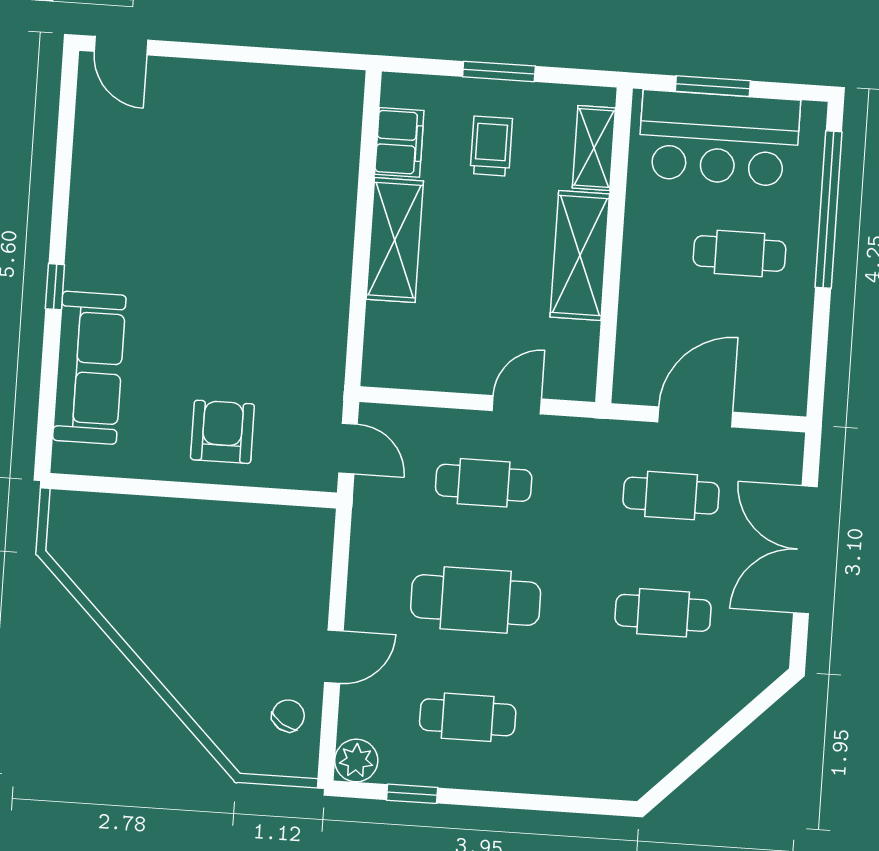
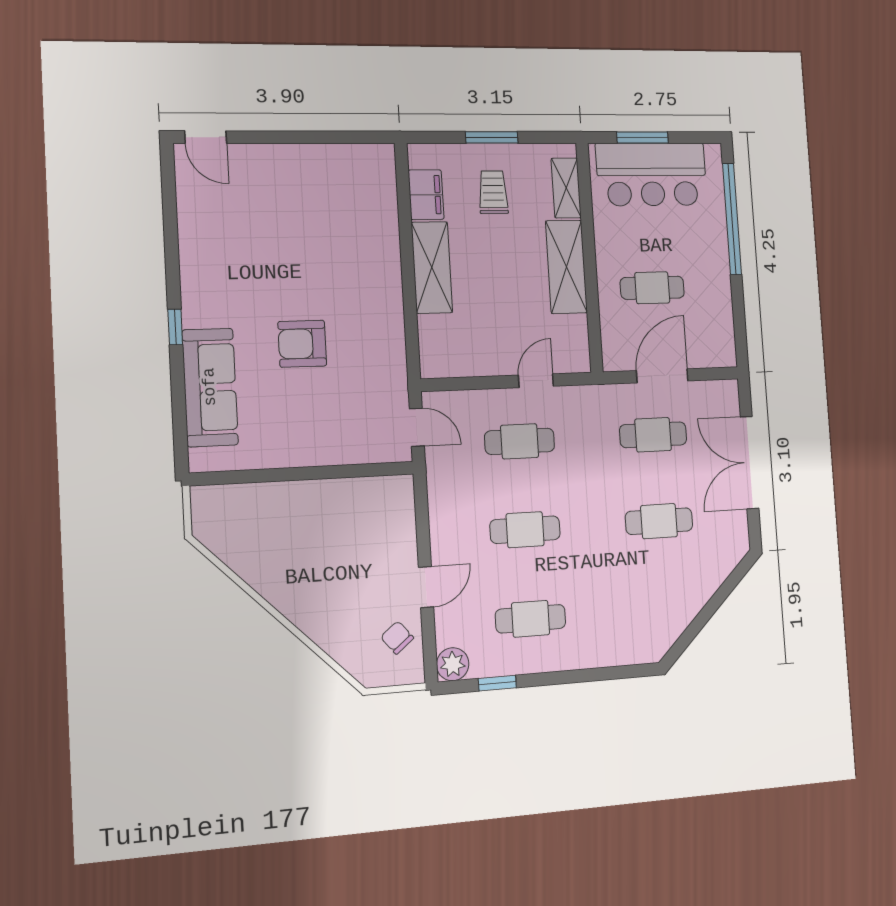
cafe table: (740, 254) -> (652, 288), moved
armchair: (222, 432) -> (302, 344), moved, turned -90
cafe table: (476, 600) -> (525, 530), width x0.73, depth x0.74
chair: (288, 716) -> (397, 638), turned -71

